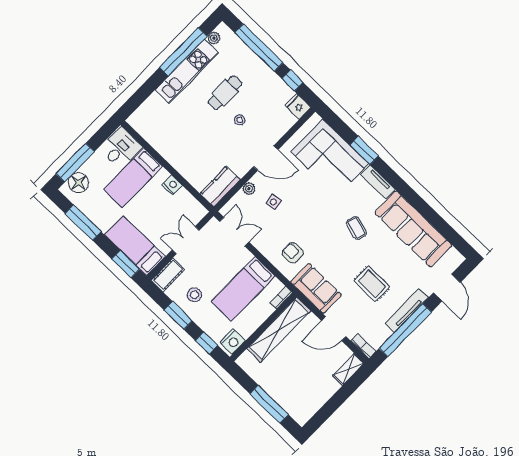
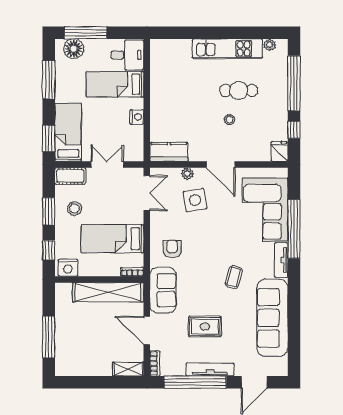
window: (183, 52) -> (239, 33), removed
window: (364, 150) -> (294, 229), width x2.11
side table: (273, 202) -> (195, 200), width x1.87, depth x1.87
rug: (372, 284) -> (205, 327), turned 90

